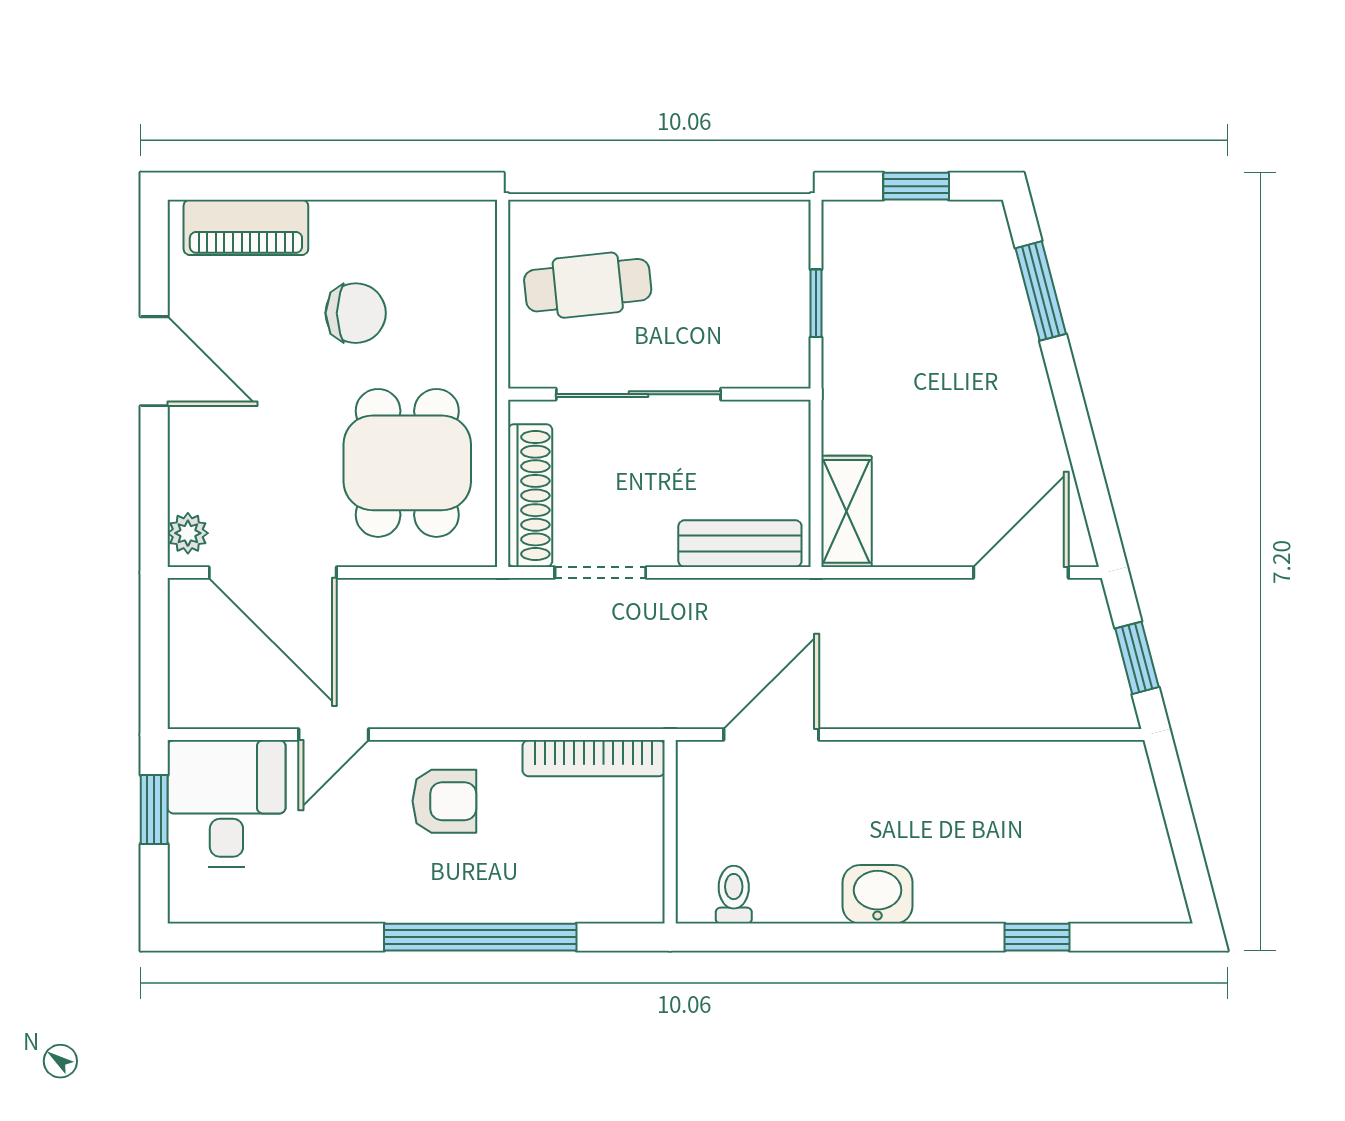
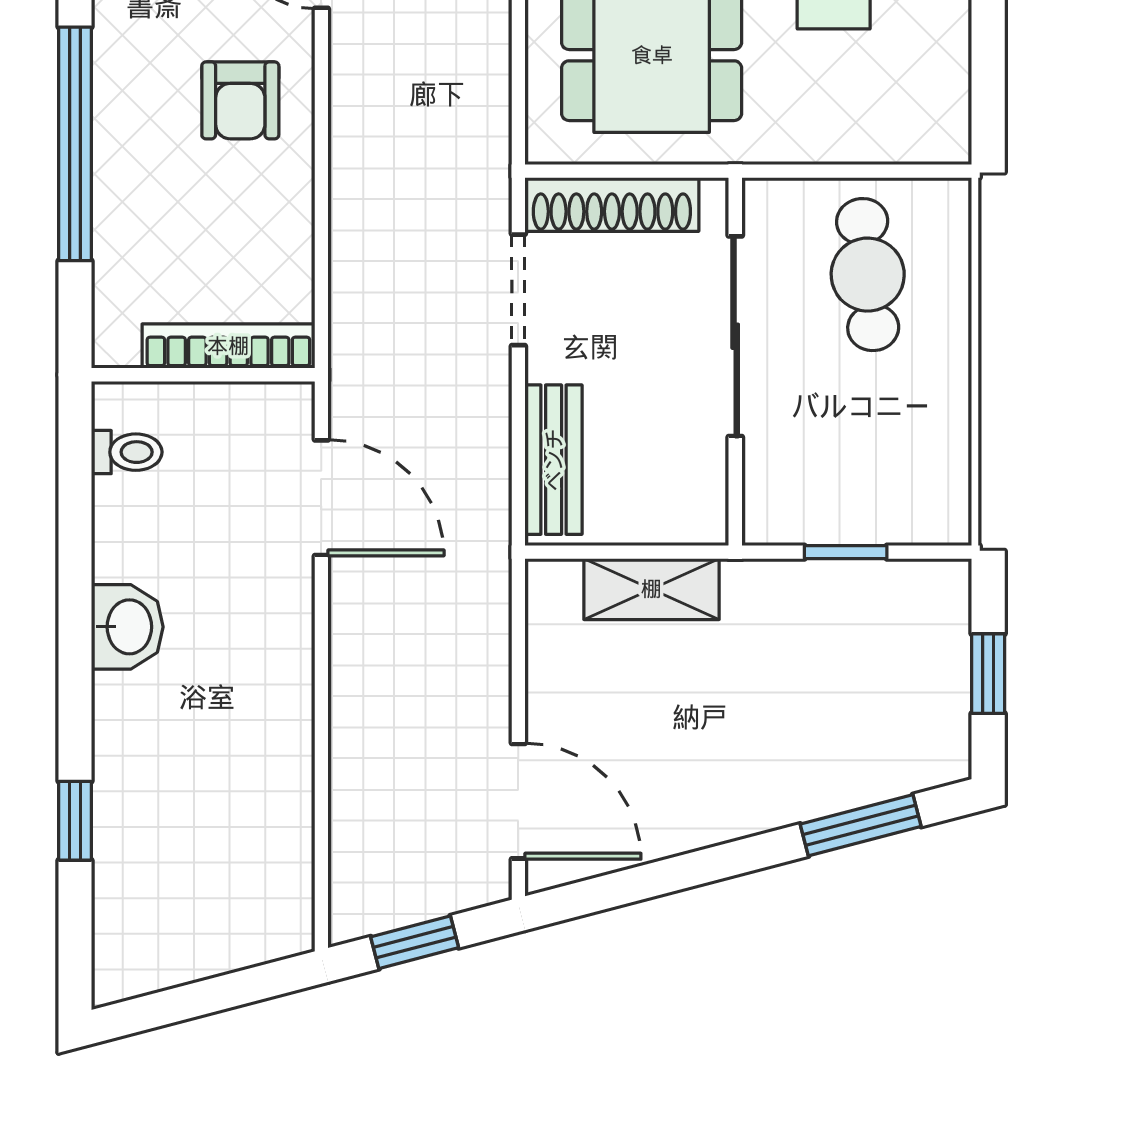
shelving: (847, 511) -> (651, 589), moved
bookcase: (594, 758) -> (228, 346), moved, turned 90

